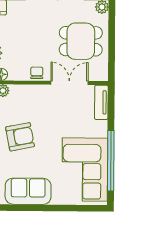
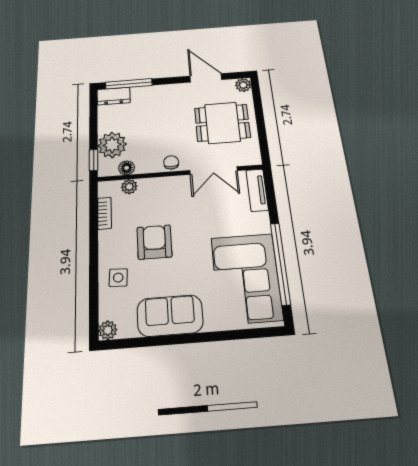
double door: (69, 83) -> (213, 171), swing flipped
armchair: (20, 137) -> (154, 242), turned -79

